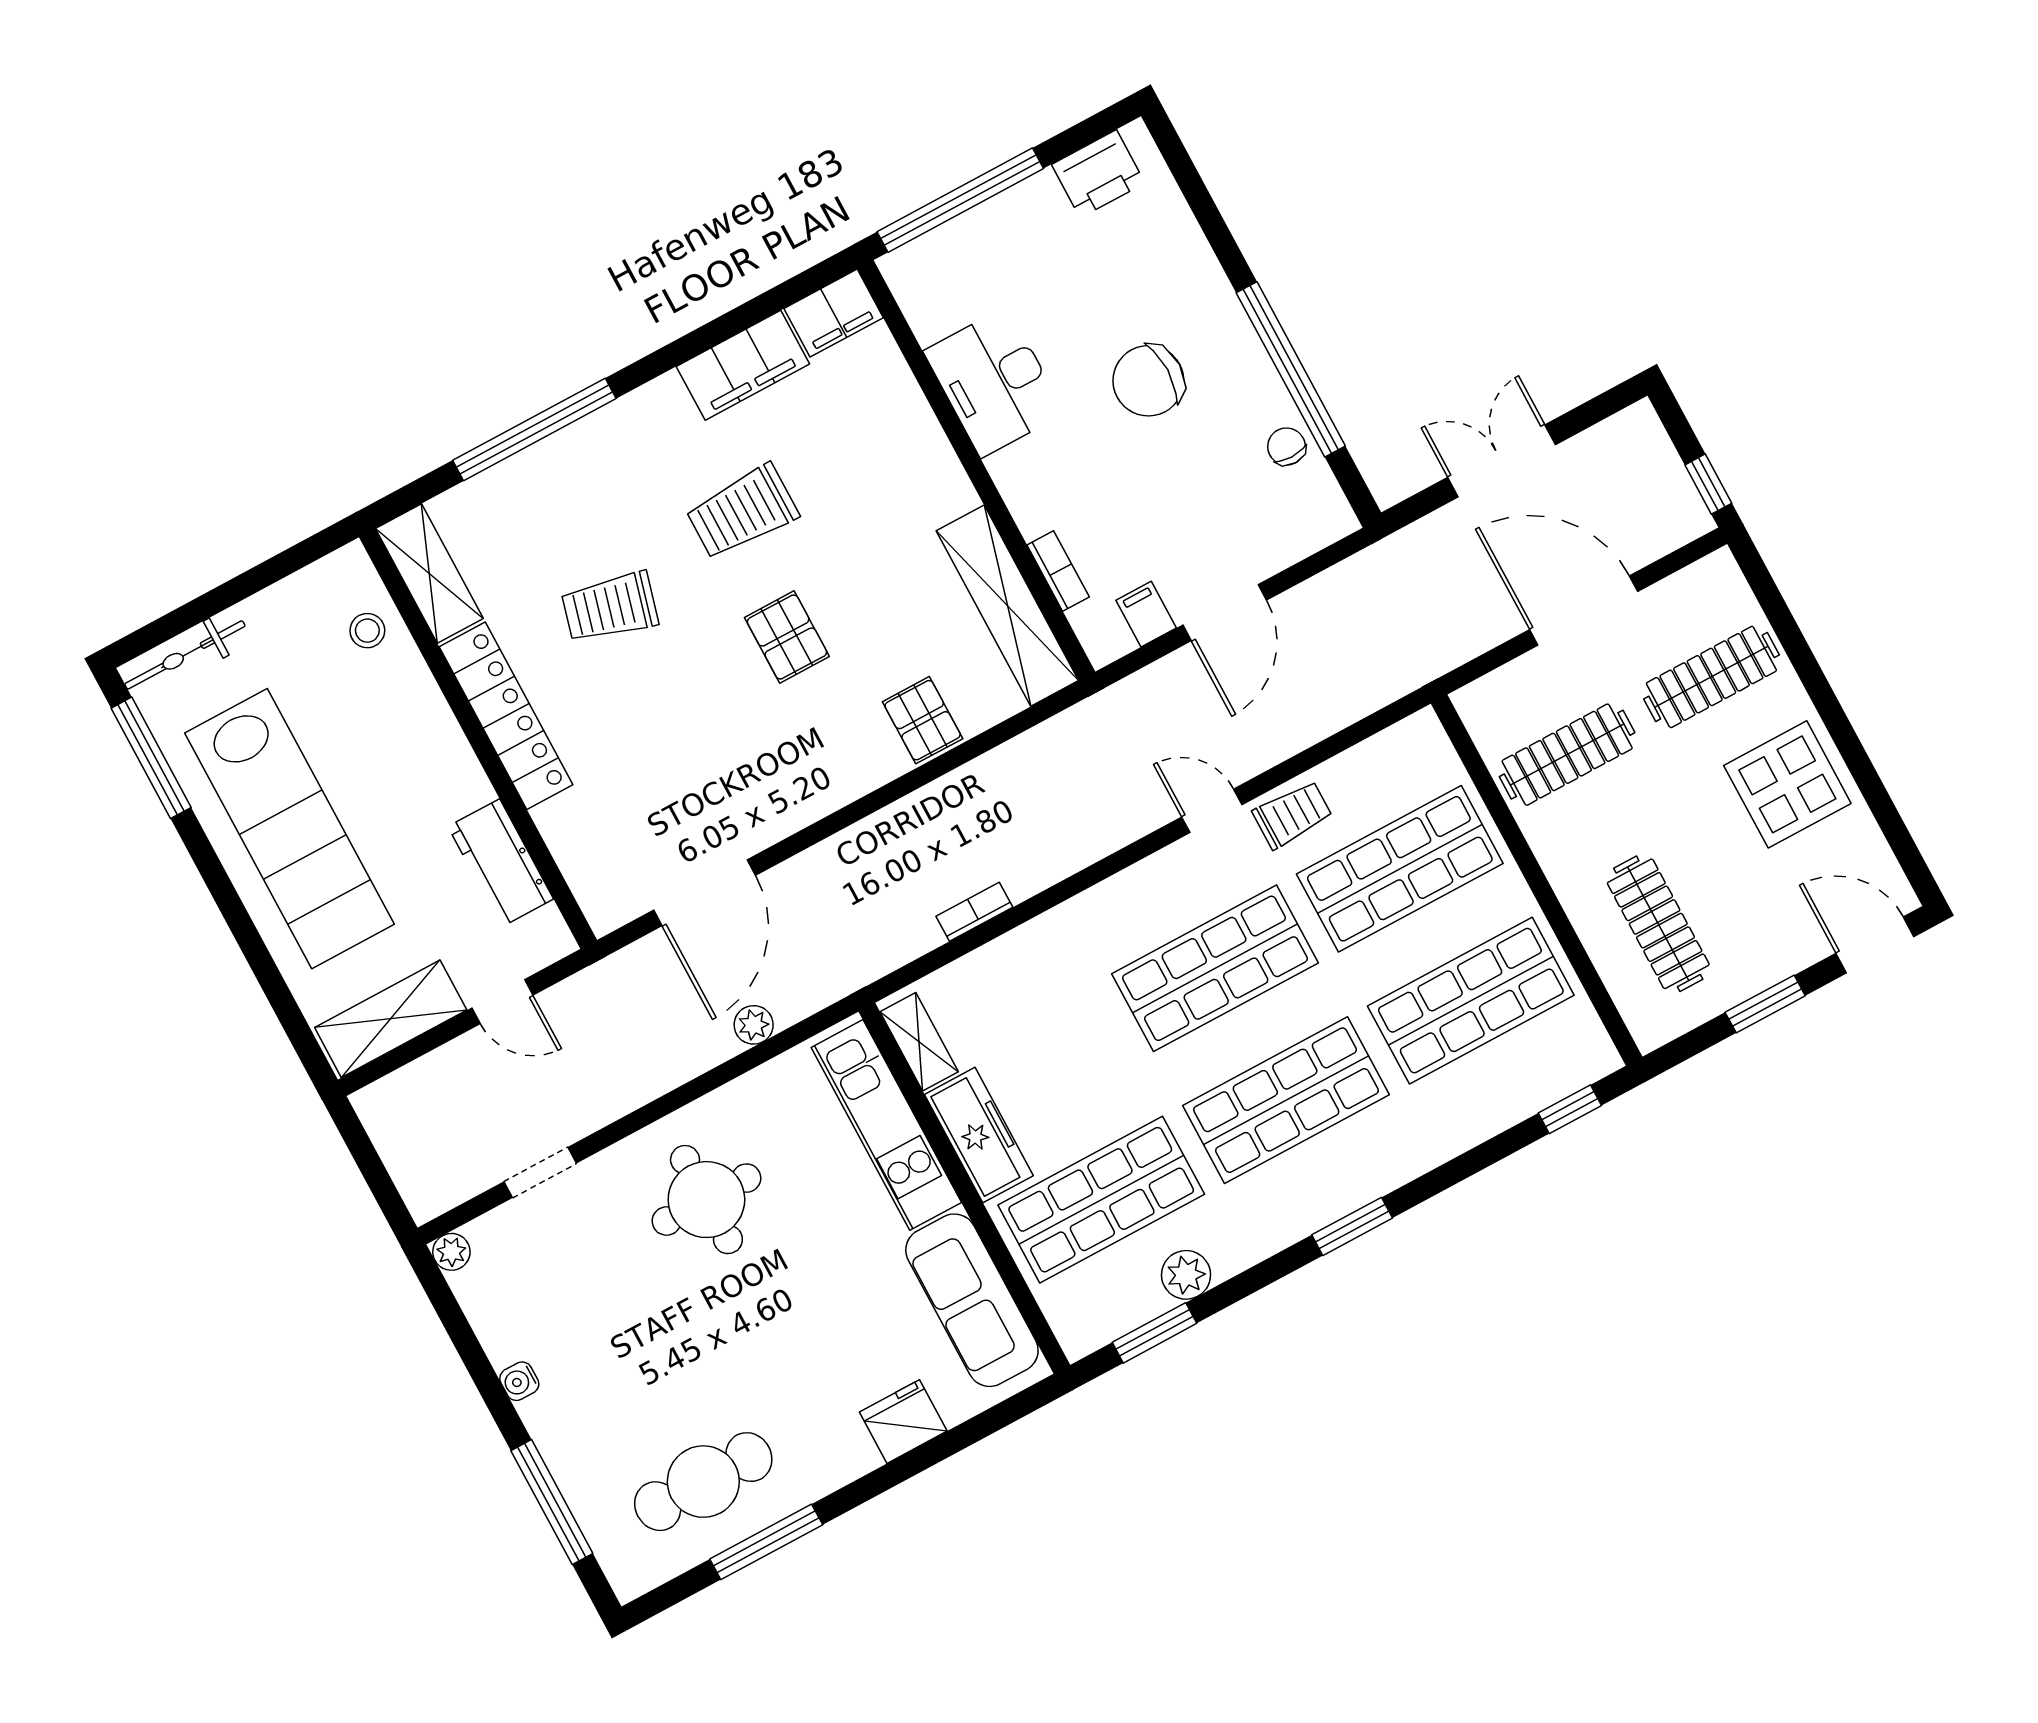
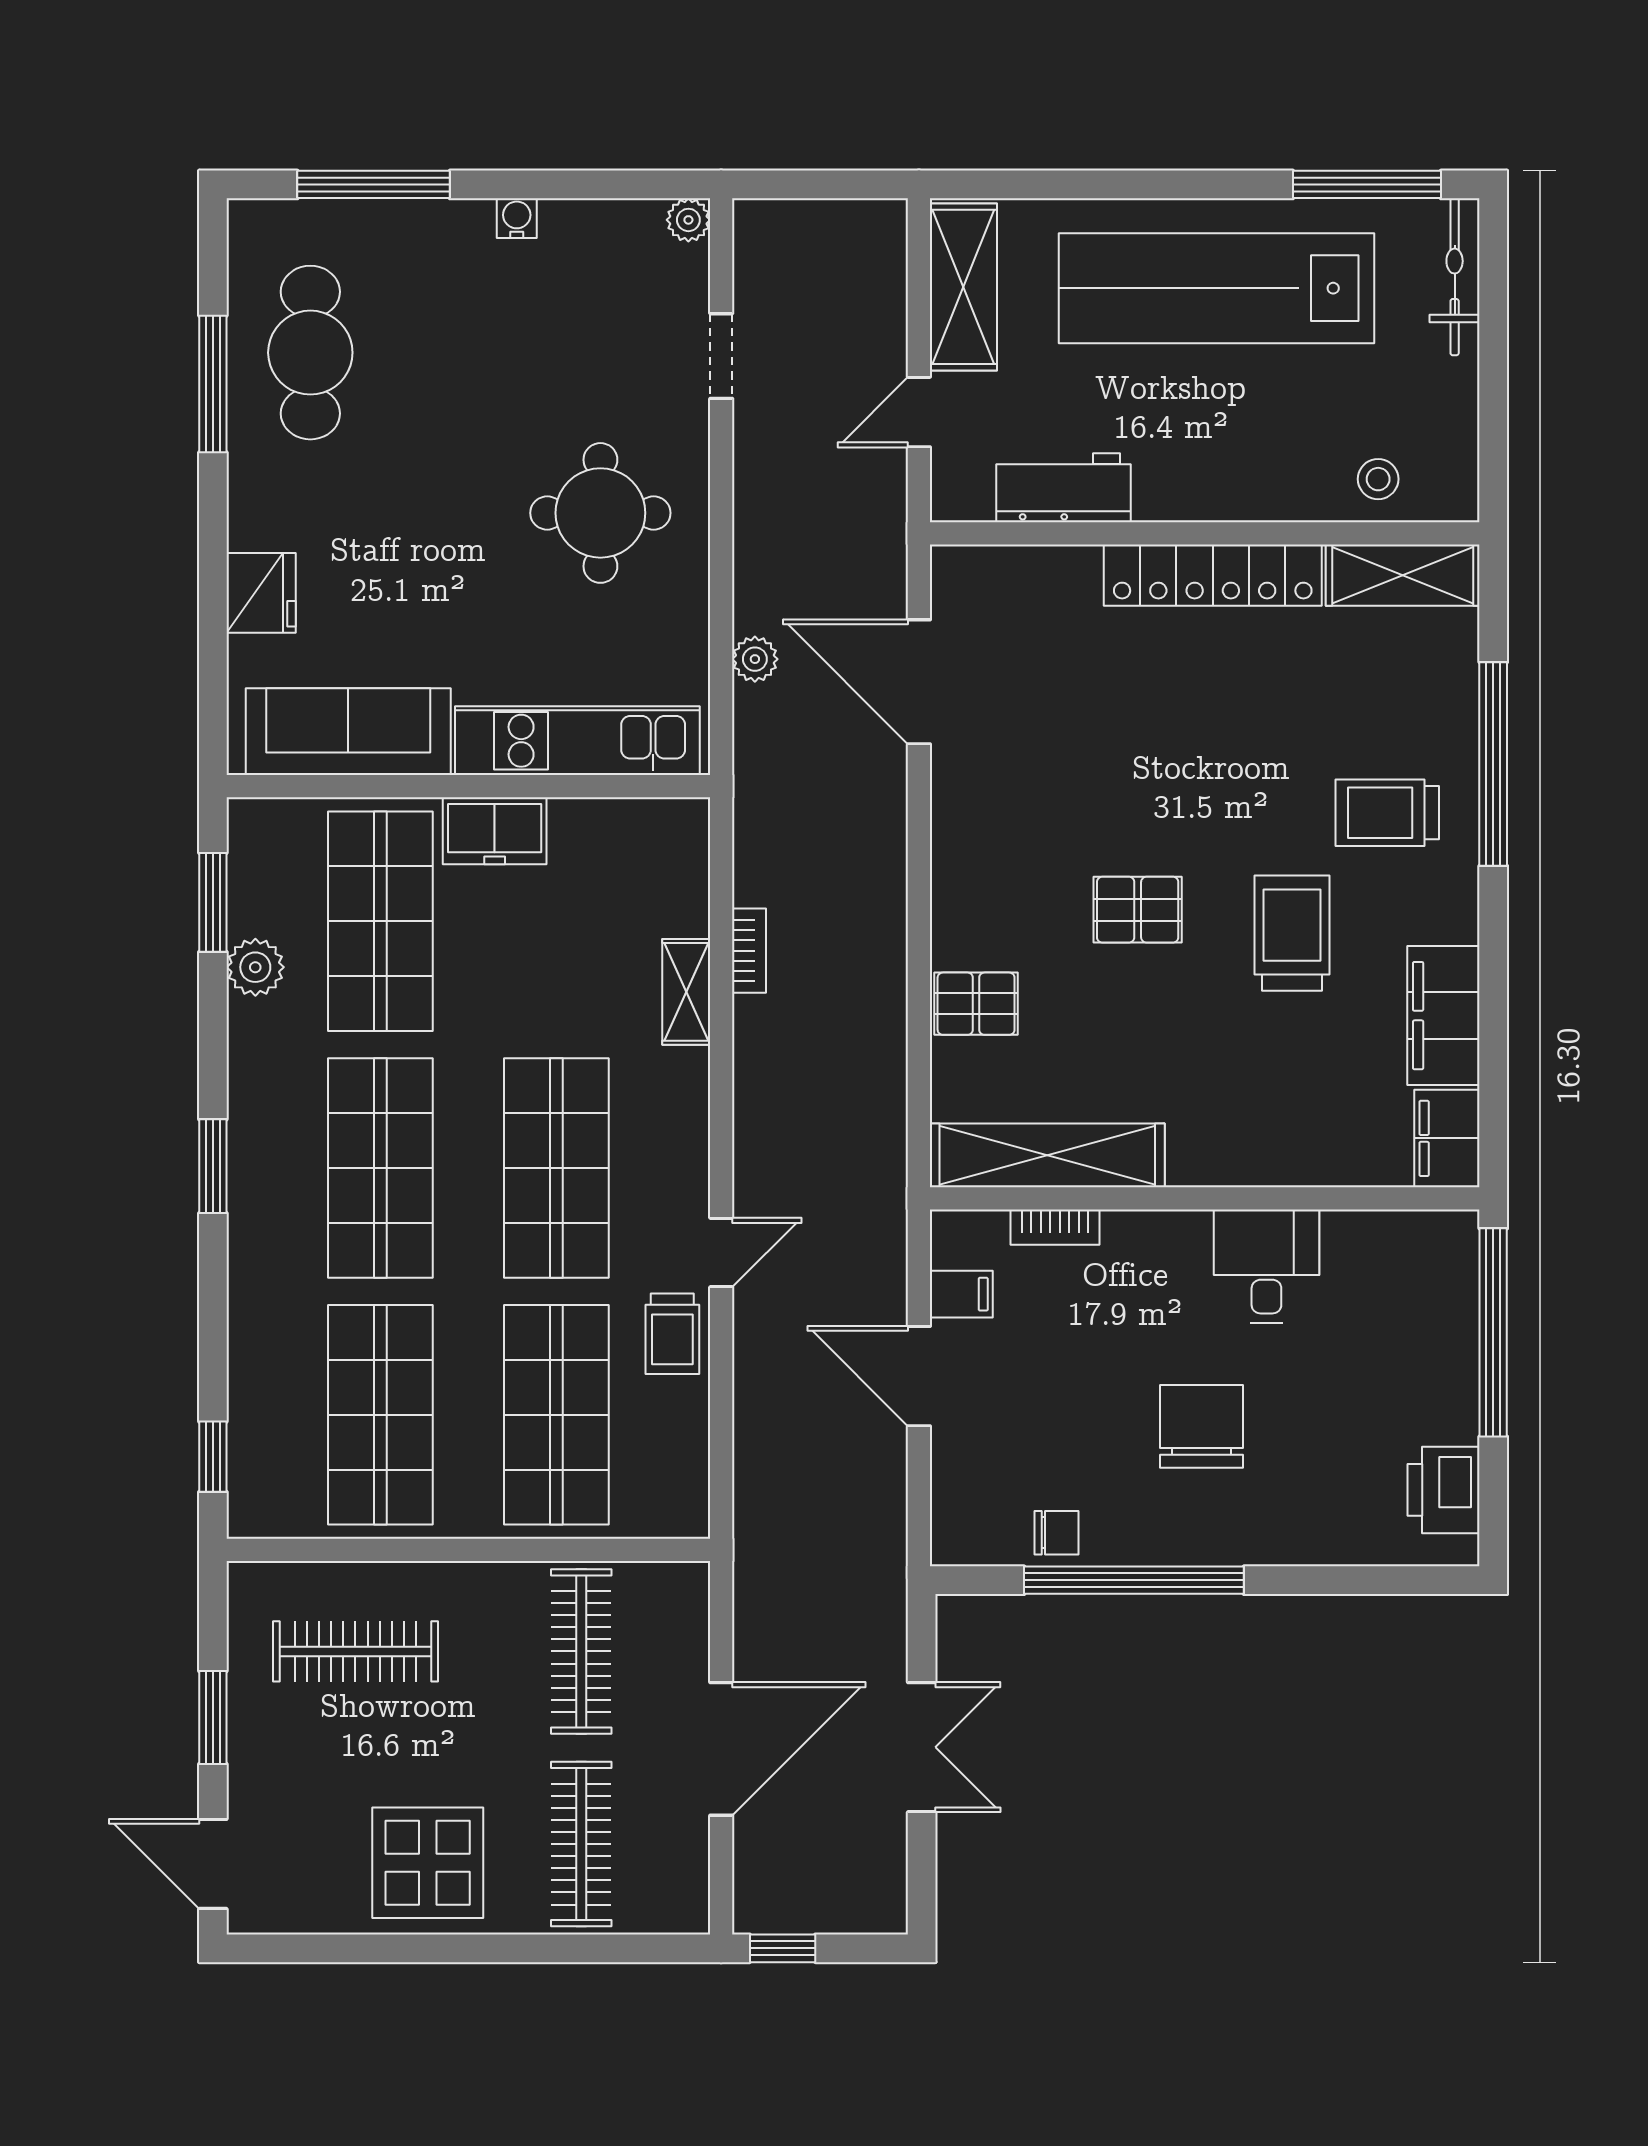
desk: (994, 382) -> (1266, 1266), width x0.73
trolley: (610, 607) -> (1387, 813), moved, turned -105
door: (1875, 945) -> (213, 1864), swing flipped
shelving: (919, 1042) -> (686, 992), moved, turned 90
freezer: (979, 1135) -> (495, 831), width x0.71

